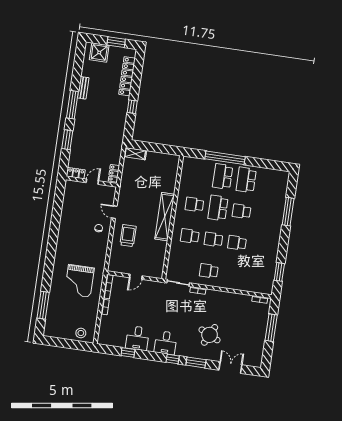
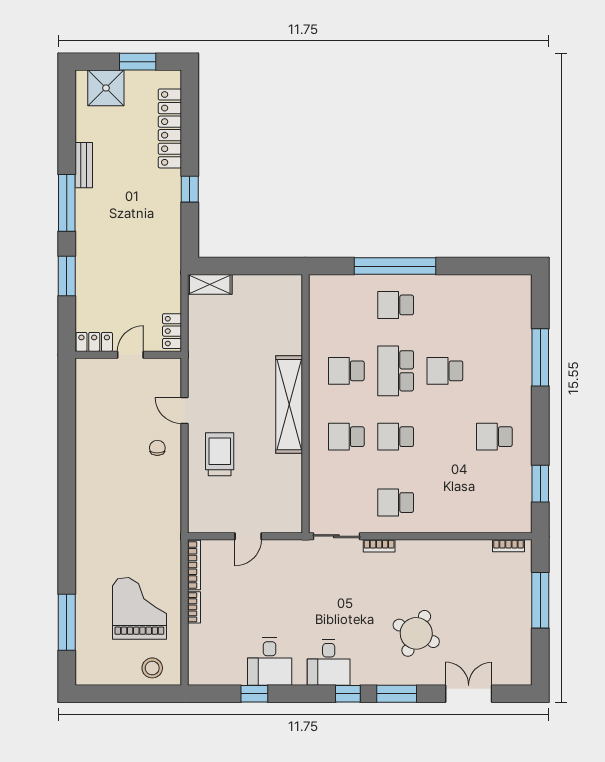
school desk: (223, 176) -> (396, 305), width x0.54
school desk: (246, 180) -> (445, 305), removed
school desk: (237, 243) -> (494, 437), moved
grand piano: (79, 281) -> (139, 608), moved, turned 180

